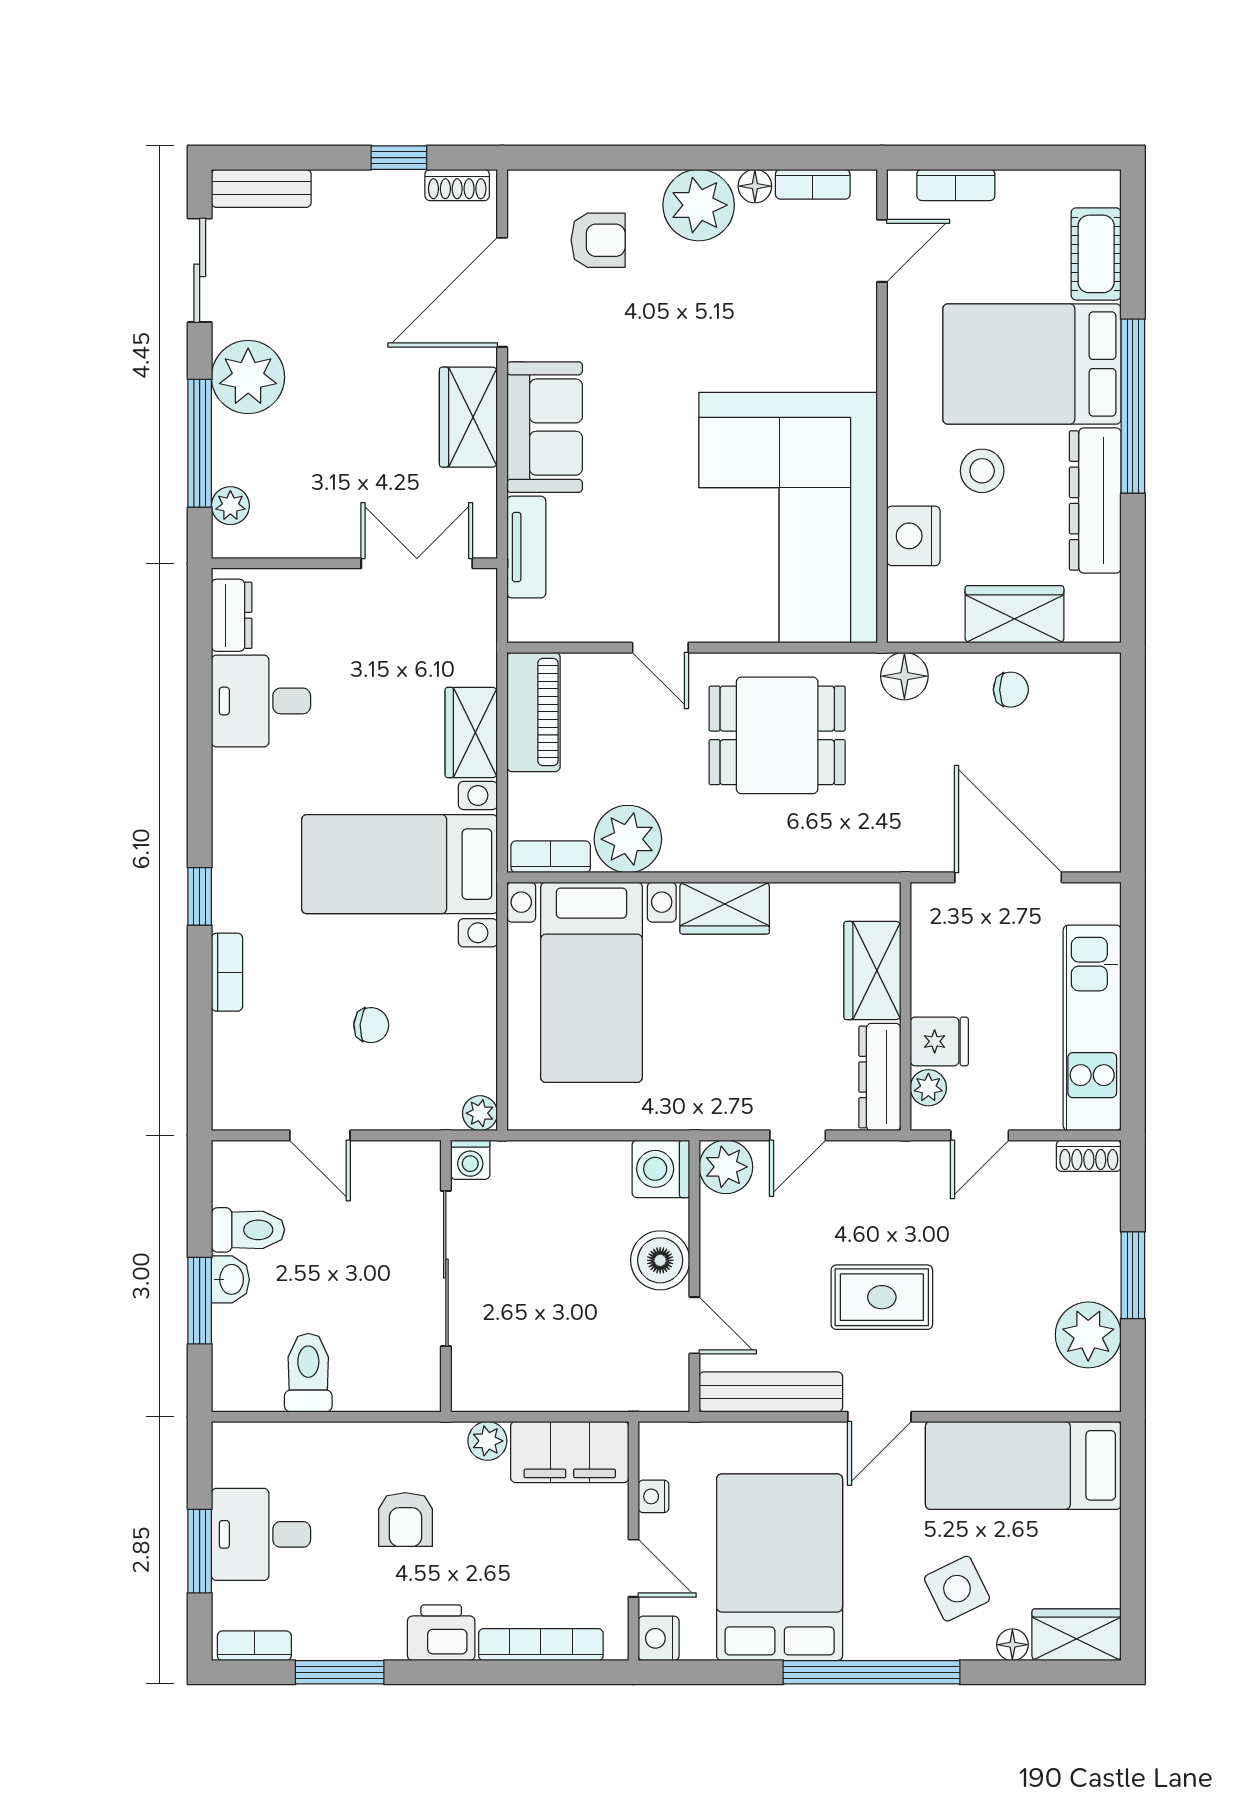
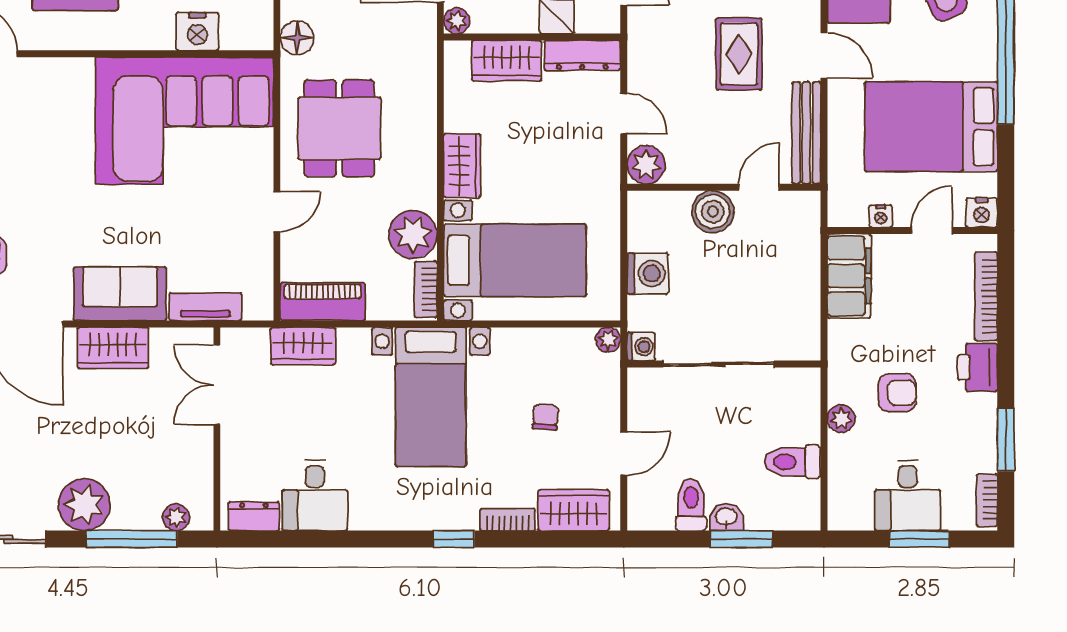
wardrobe: (471, 732) -> (303, 346), moved
wardrobe: (240, 1065) -> (574, 510), added
plant: (928, 1088) -> (457, 21), moved
washing machine: (661, 1169) -> (648, 274), moved, turned -90
plant: (487, 1441) -> (841, 419), moved

